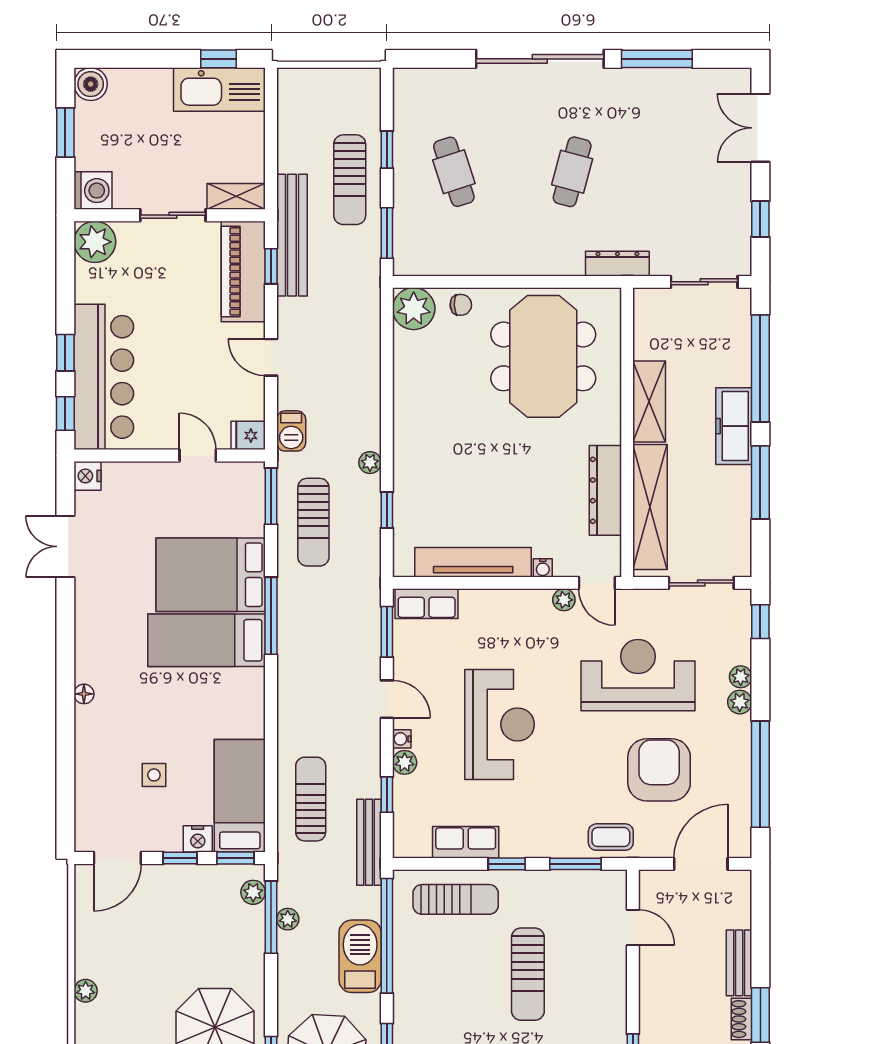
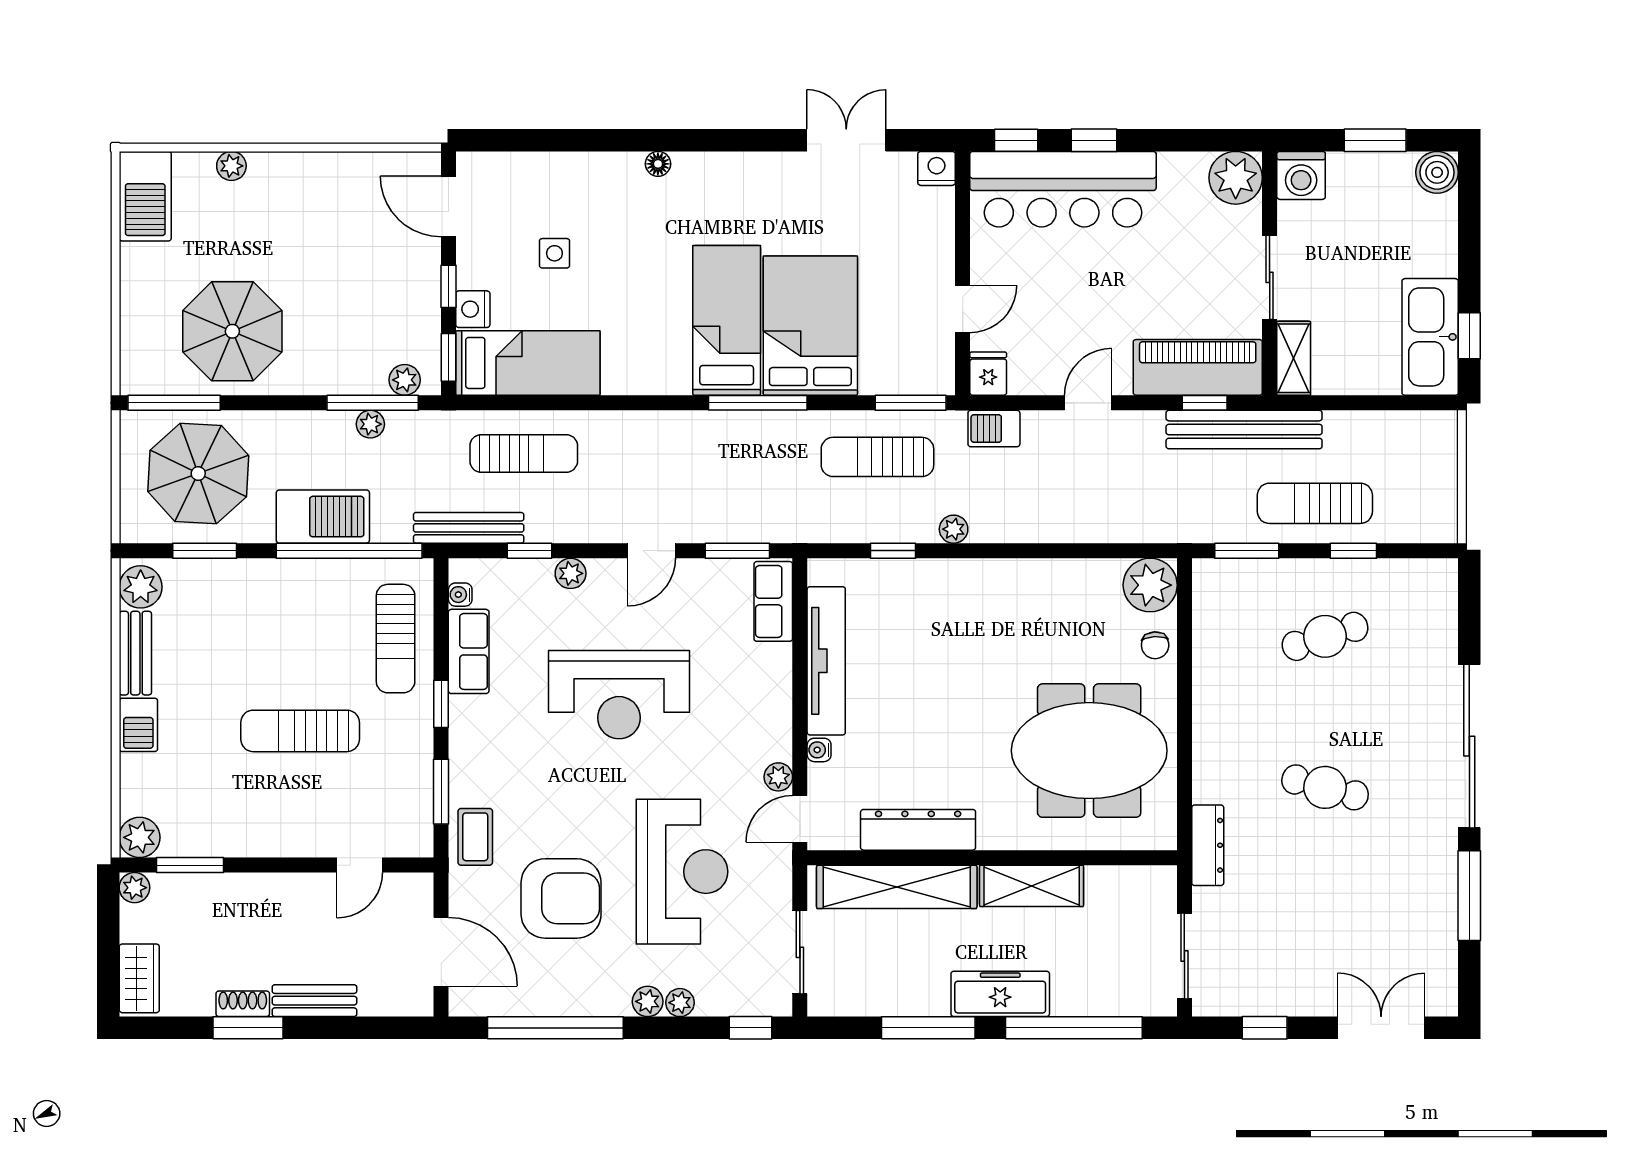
water cooler: (402, 739) -> (460, 595), moved, turned -90
plant: (86, 991) -> (231, 166), moved

